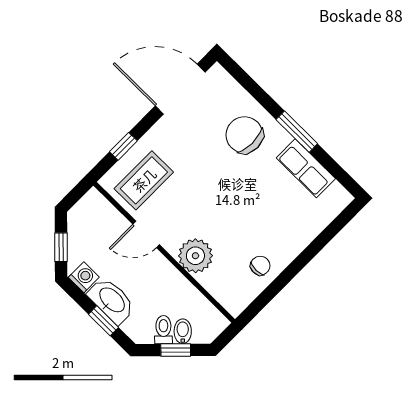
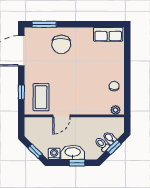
window: (297, 132) -> (44, 24), moved
chair: (244, 135) -> (61, 44), turned -90
row of seats: (306, 168) -> (108, 34), moved
plant: (195, 256) -> (115, 110), moved, width x0.53, depth x0.53

